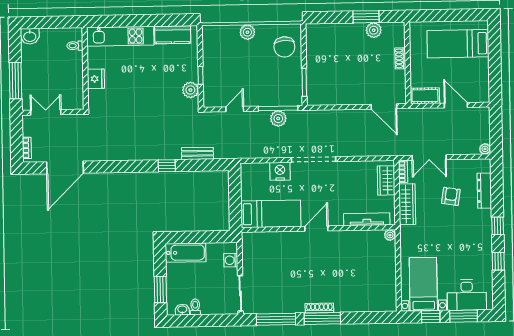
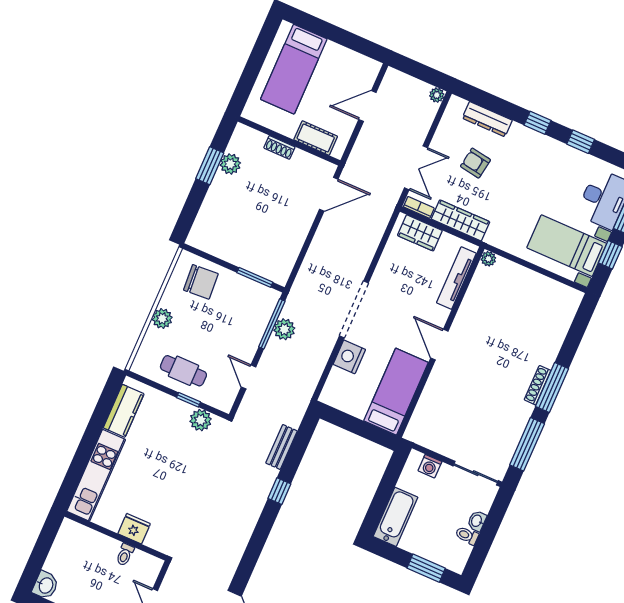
toilet: (75, 46) -> (125, 555), moved
cafe table: (219, 63) -> (183, 371), added
cot: (425, 96) -> (316, 138), moved, turned 90
washbasin: (182, 310) -> (477, 521), moved

